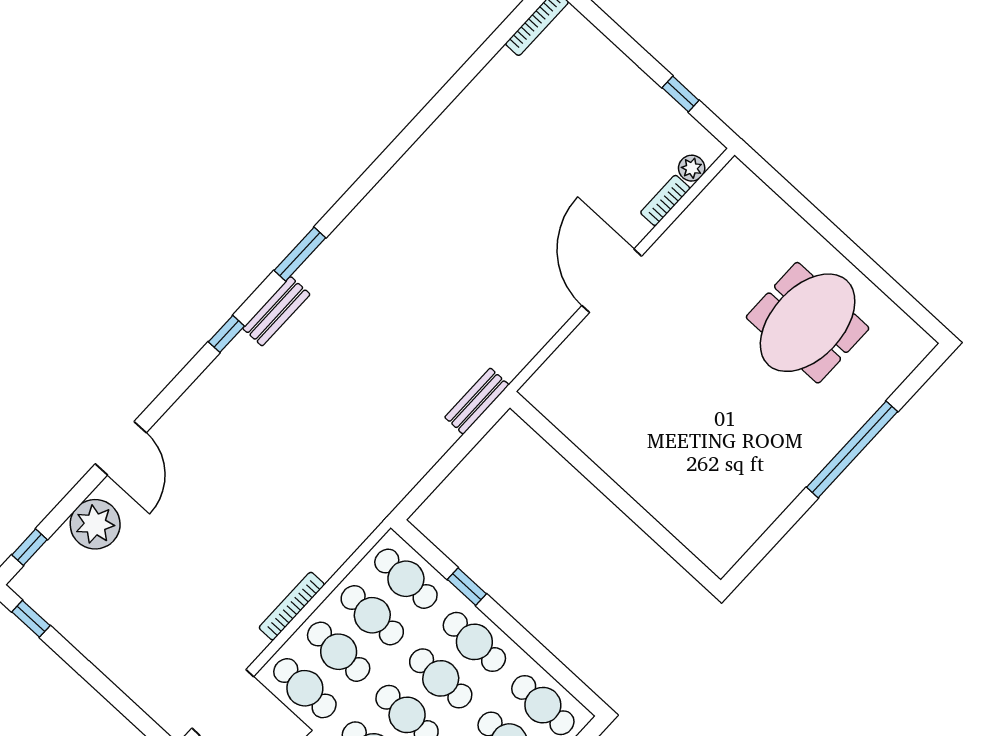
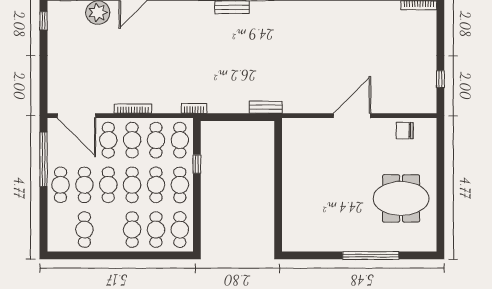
plant: (692, 168) -> (418, 107), removed
bookcase: (665, 200) -> (194, 108), moved
chair: (709, 221) -> (405, 131), added

